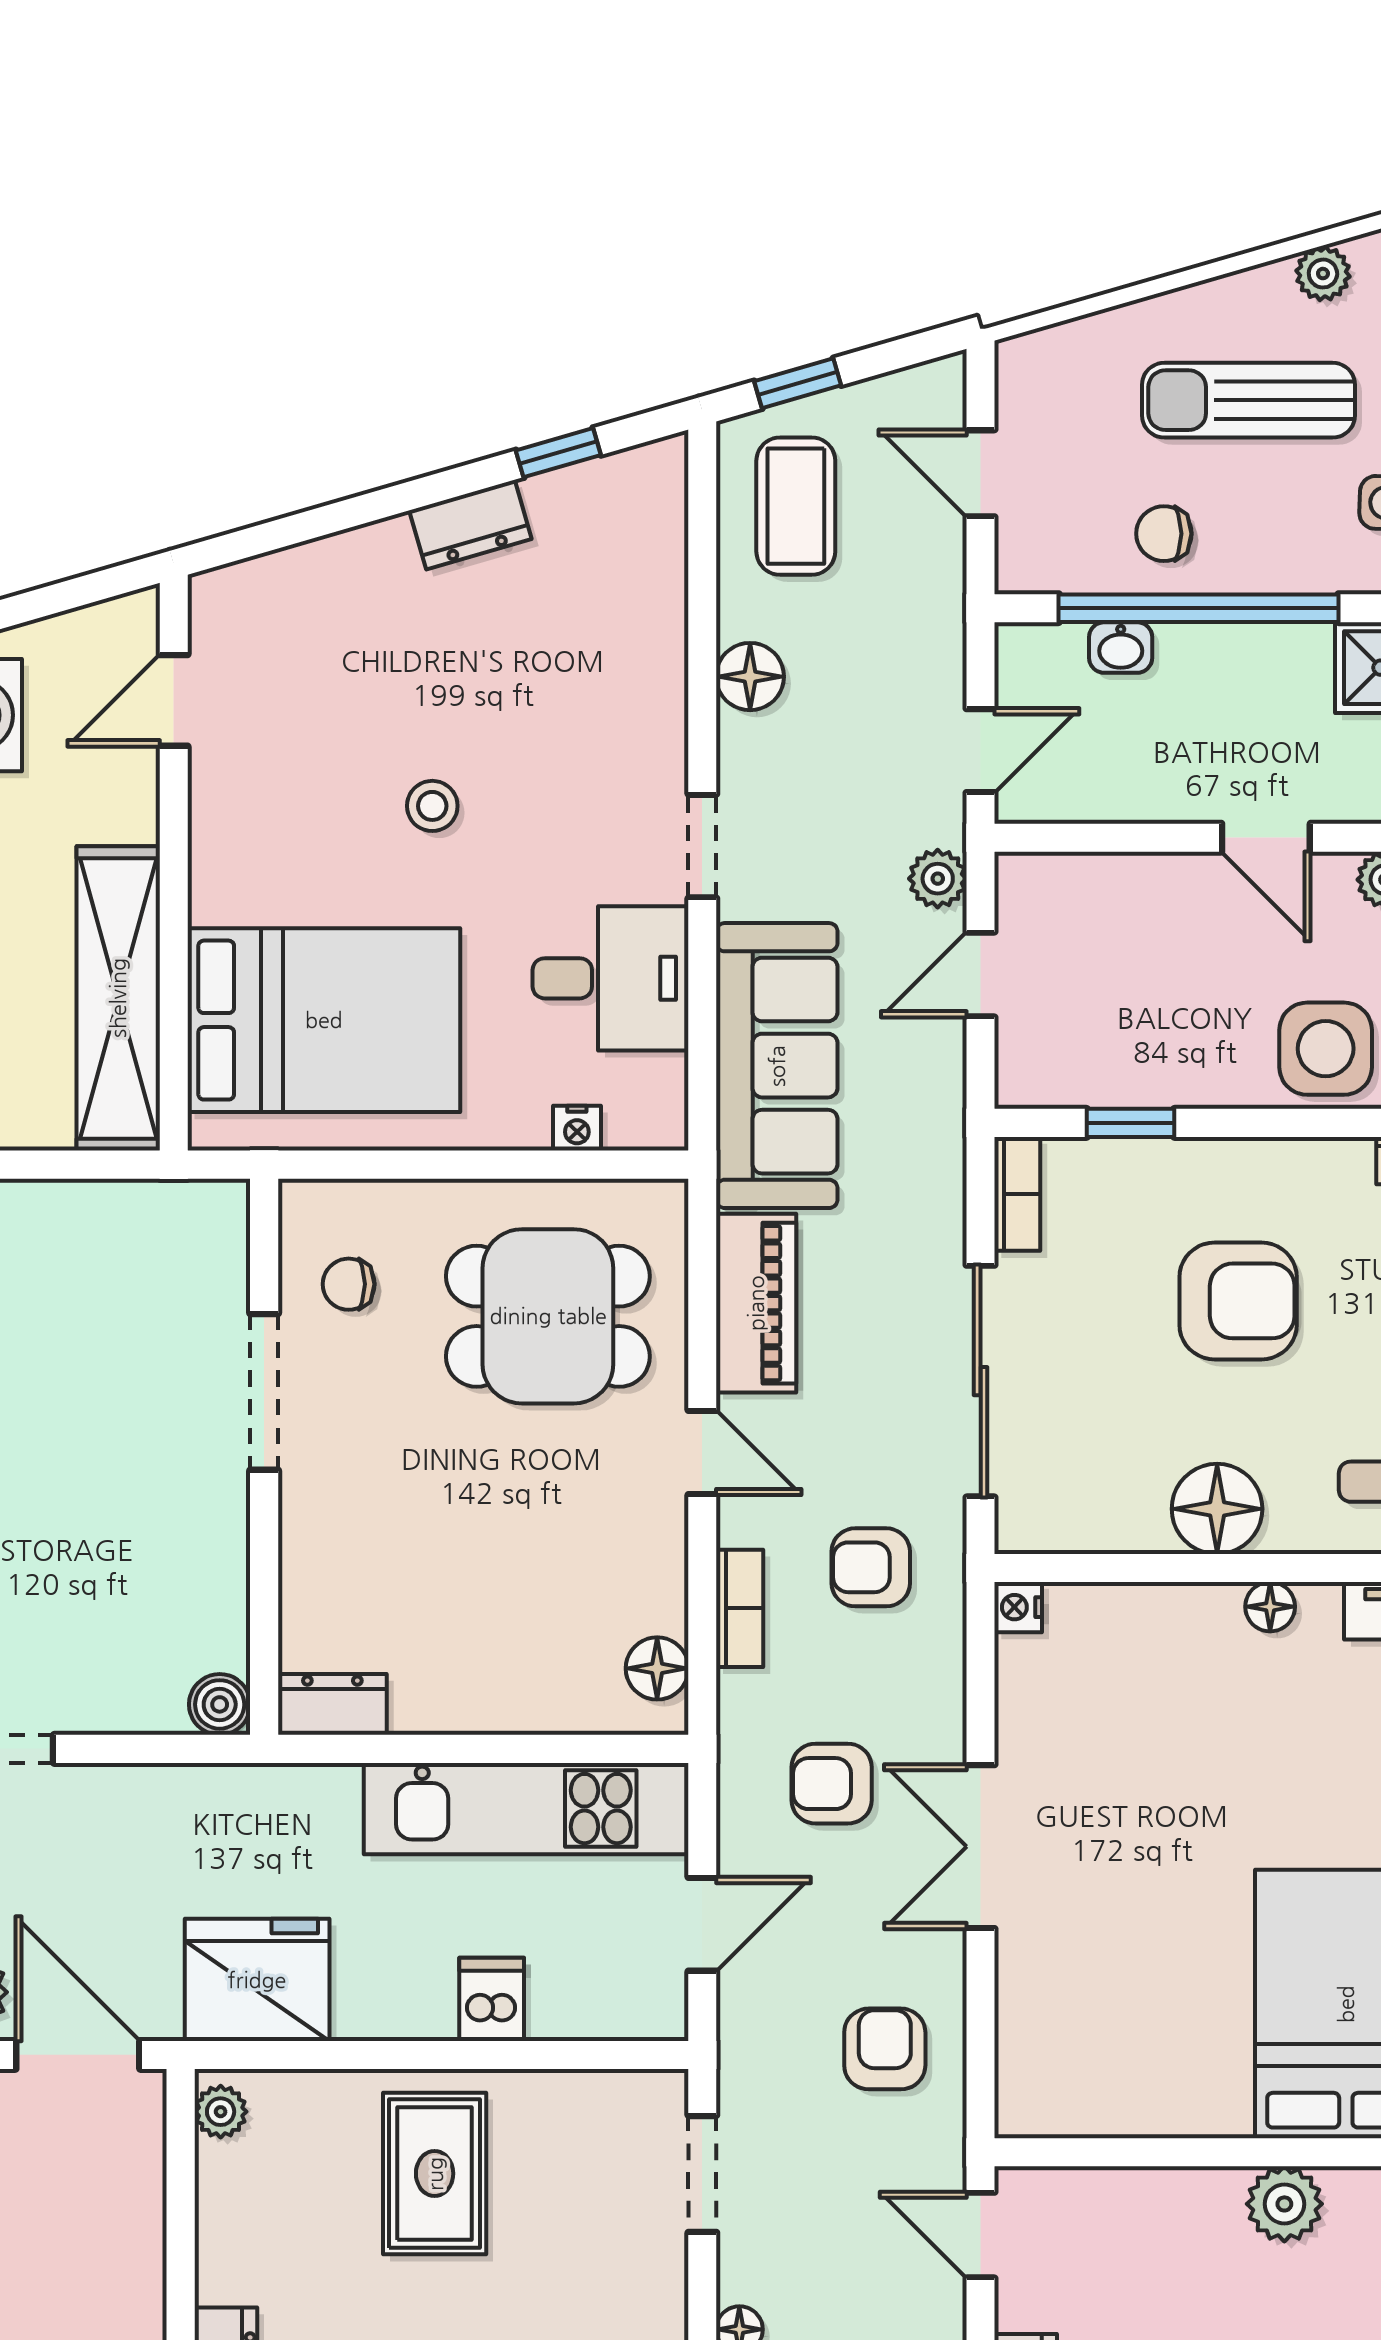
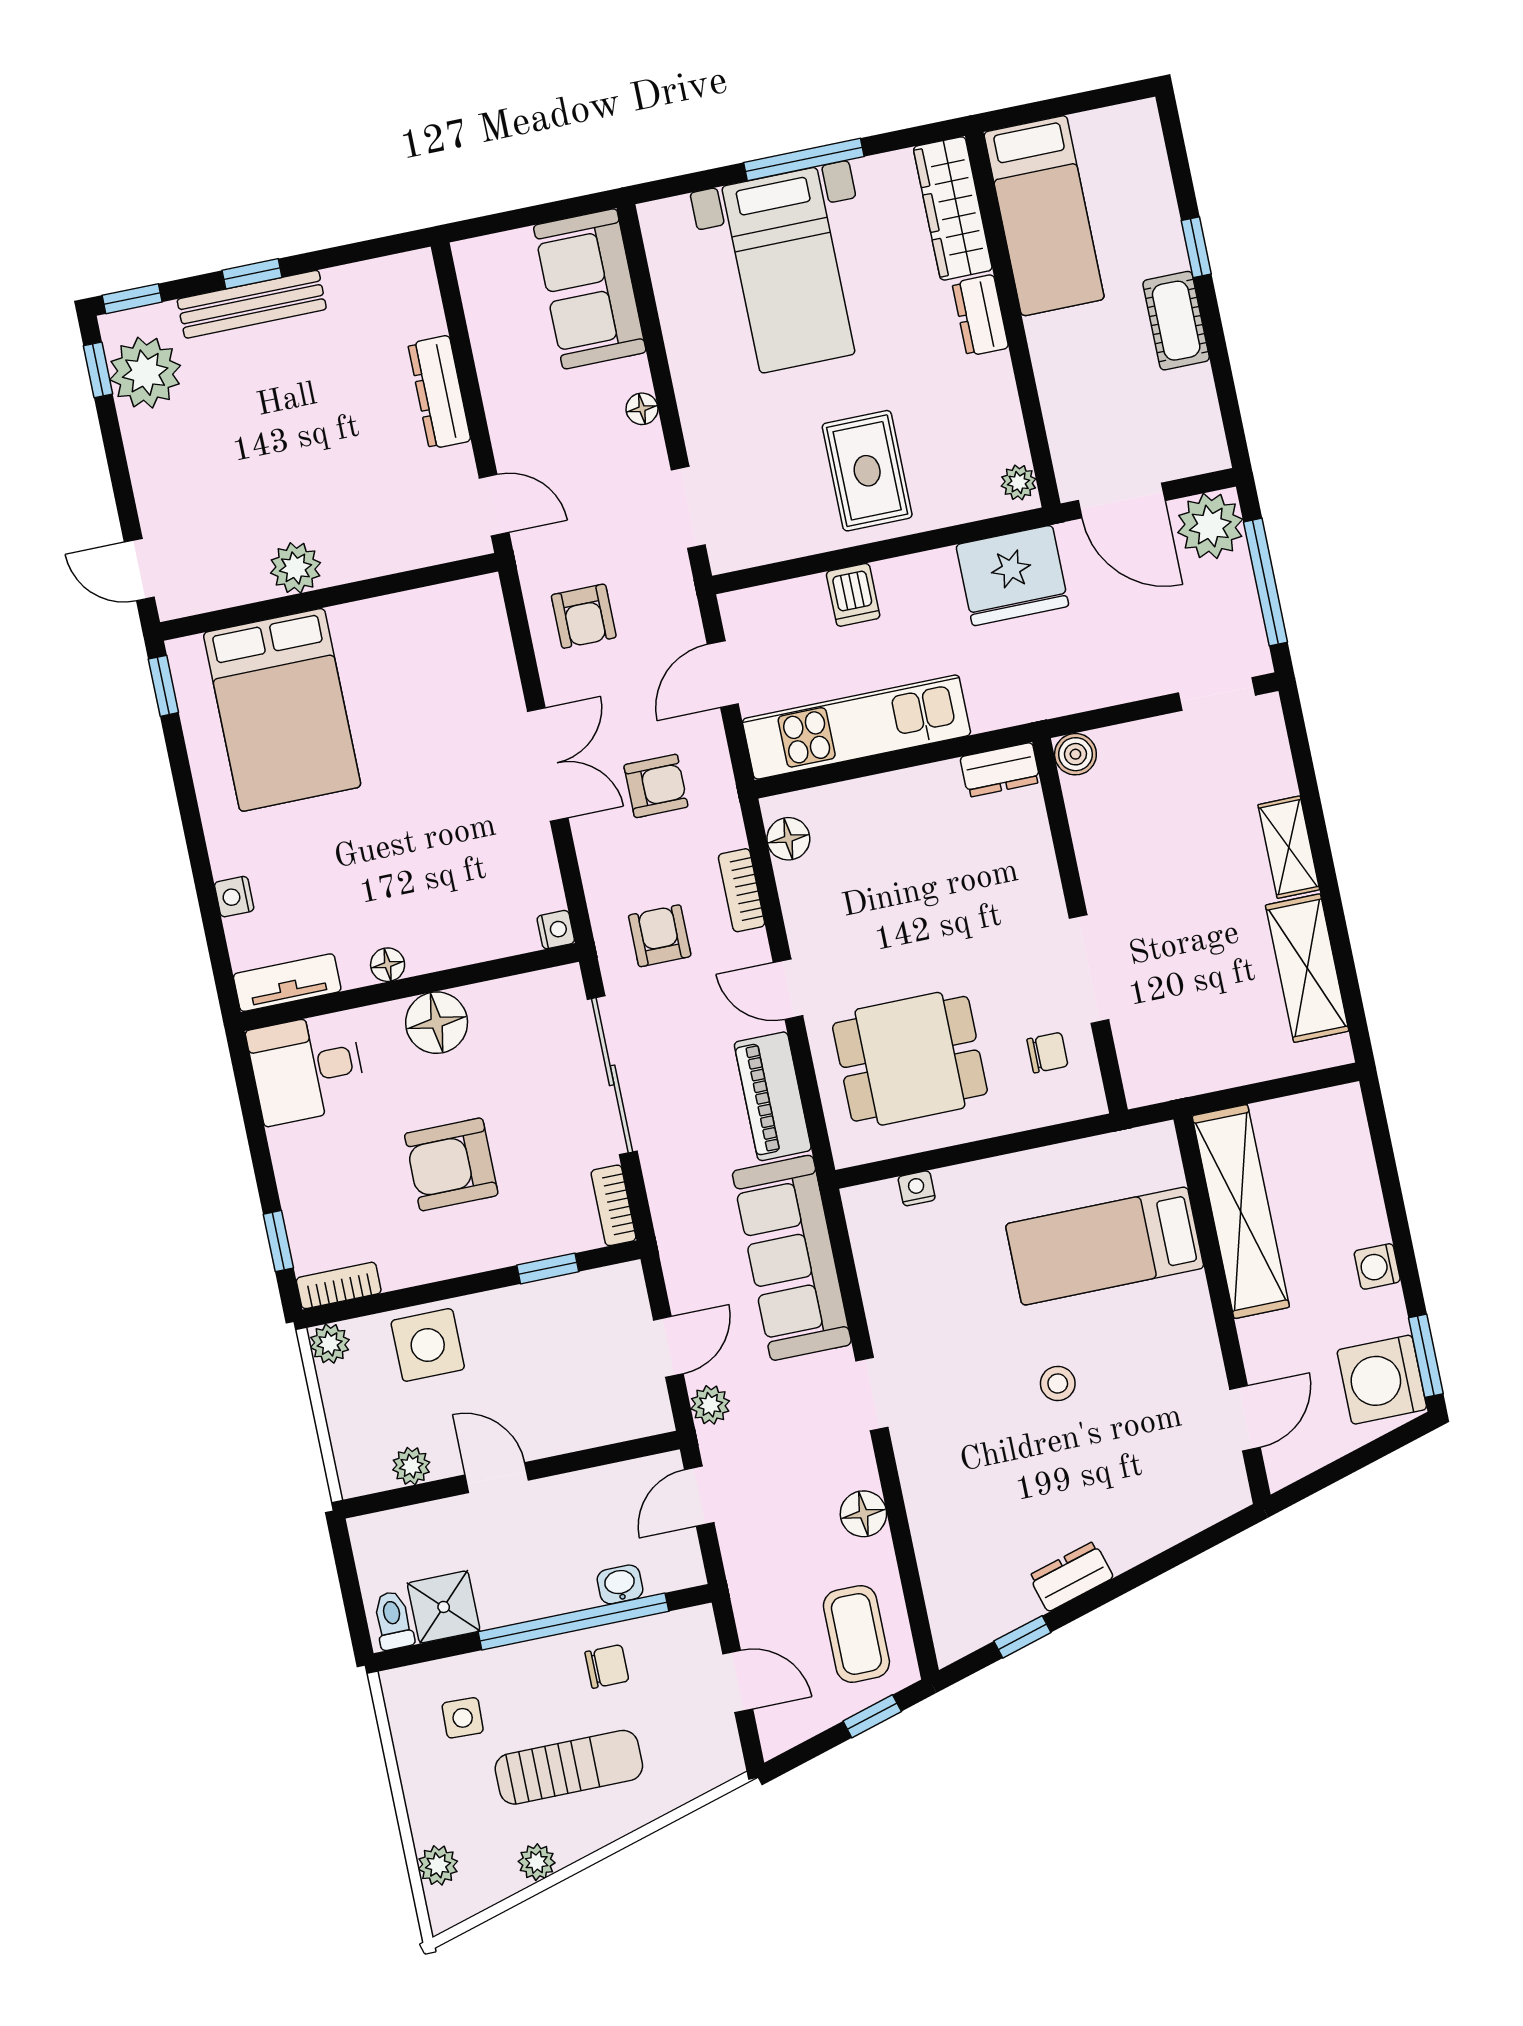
desk: (611, 978) -> (915, 1293), removed
bed: (324, 1020) -> (1105, 1246), width x0.67
armchair: (871, 1567) -> (660, 936), turned -90

